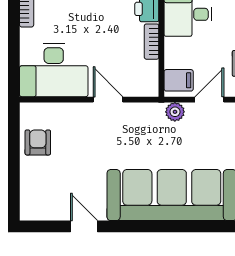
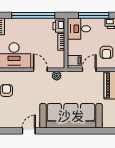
plant: (175, 112) -> (57, 76), moved
door: (84, 226) -> (29, 131), hinge flipped

